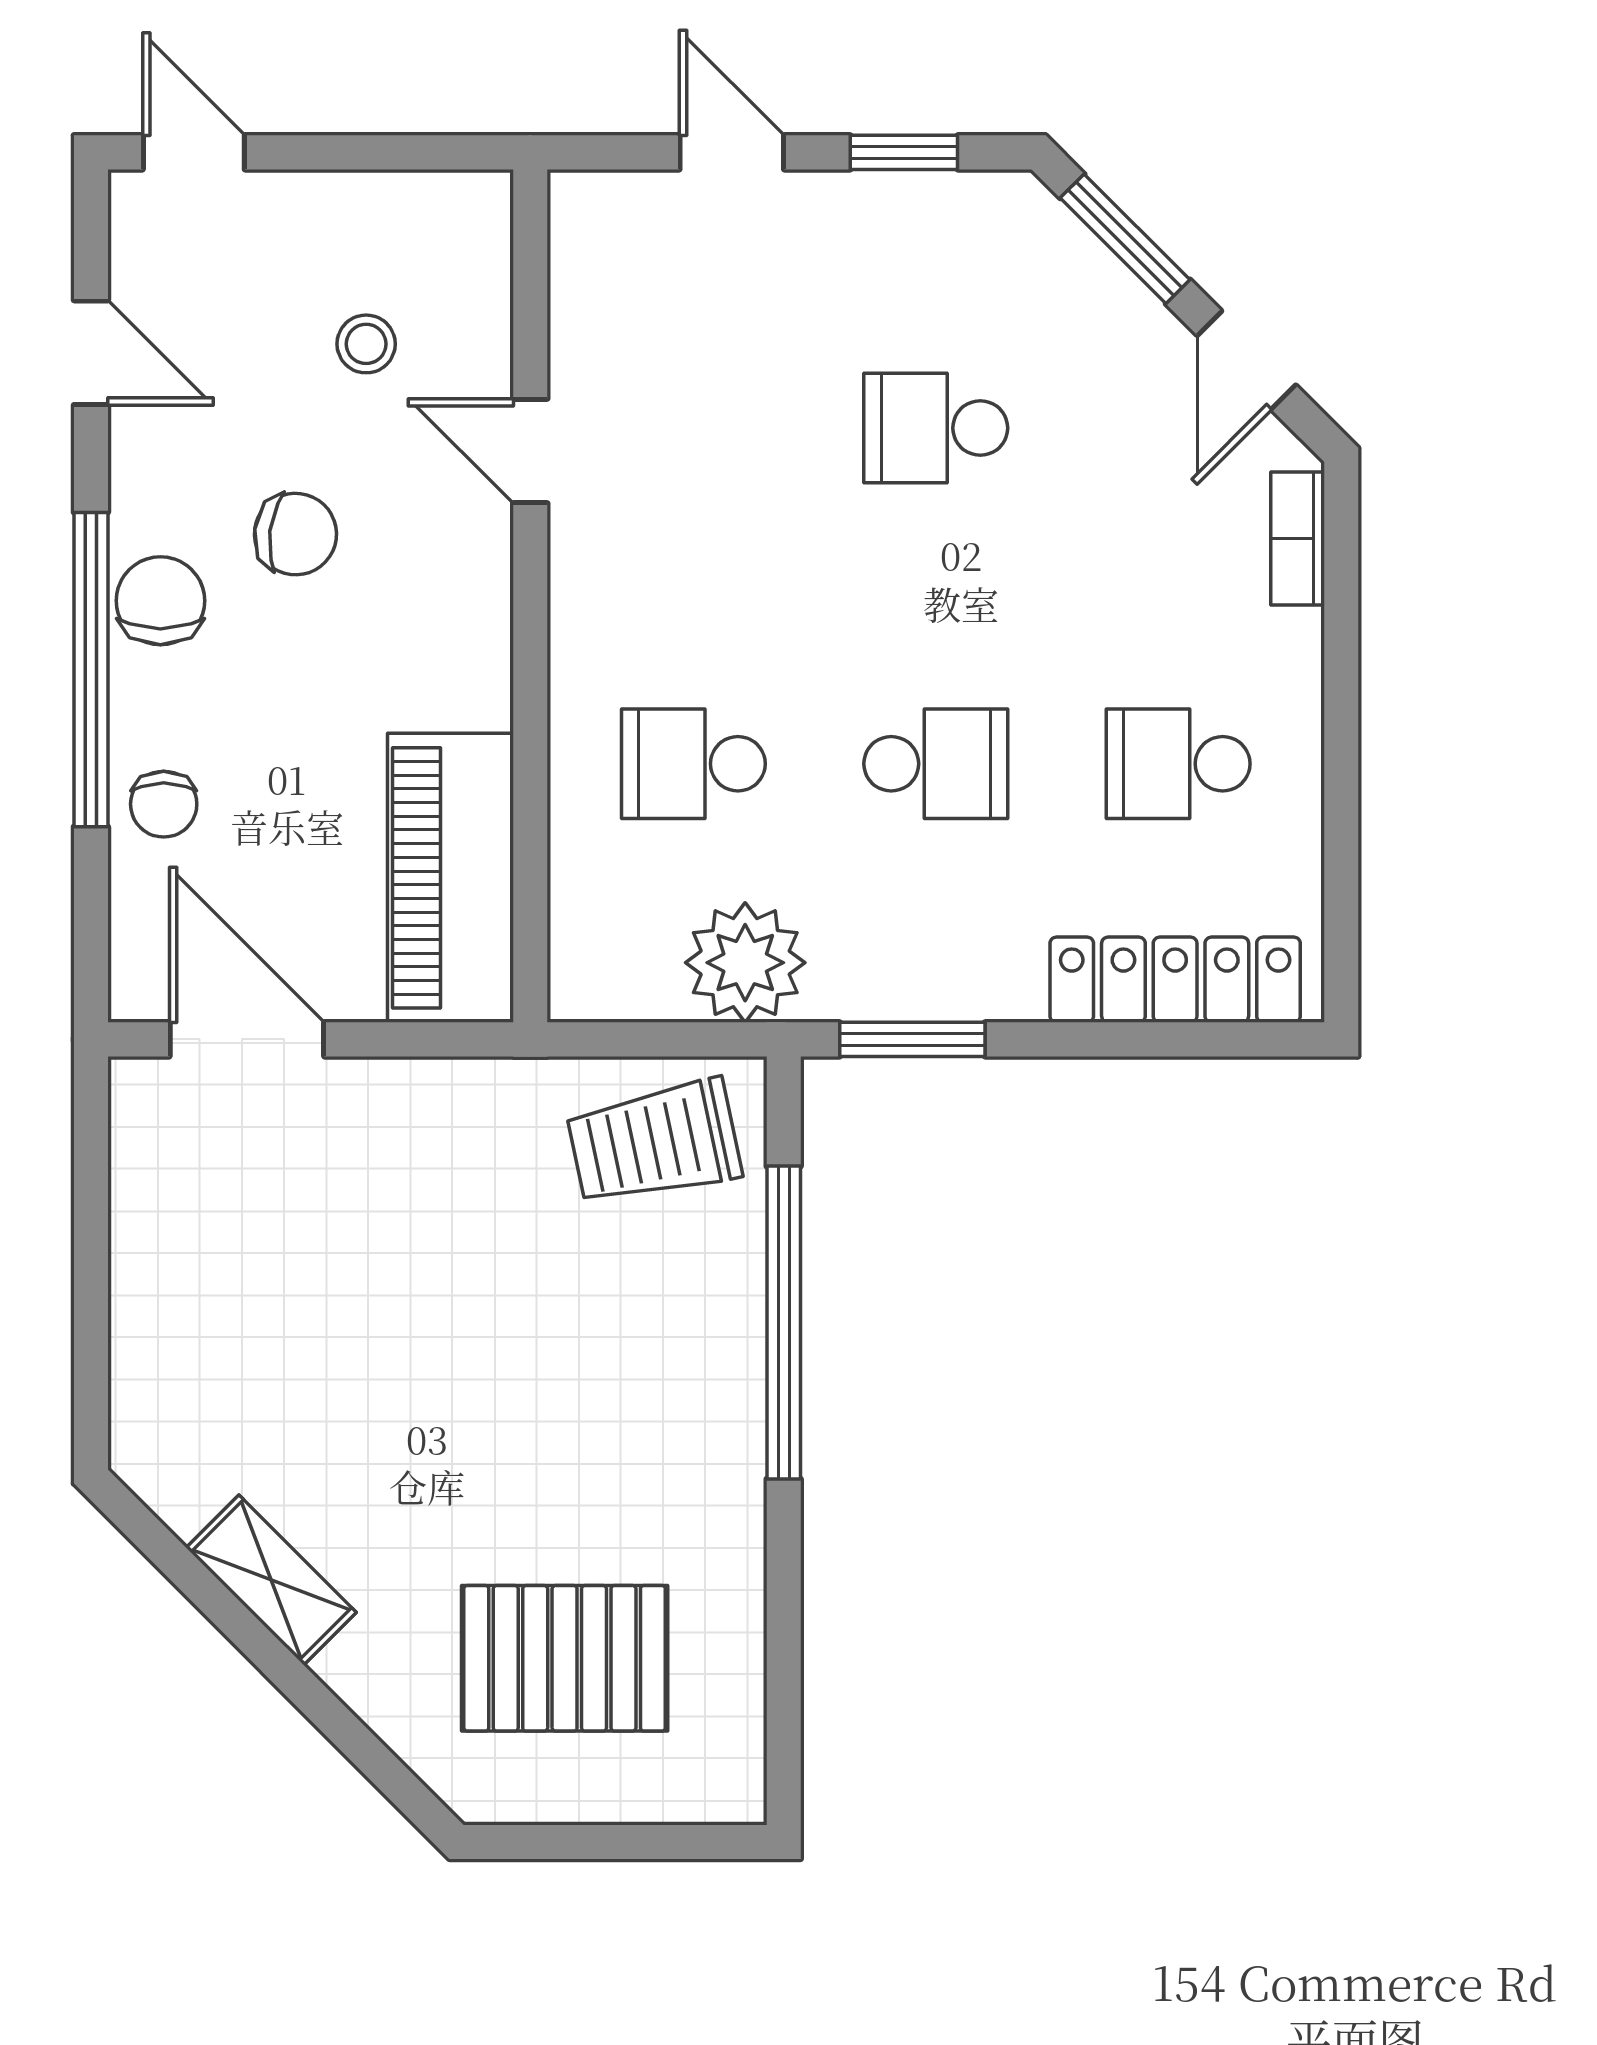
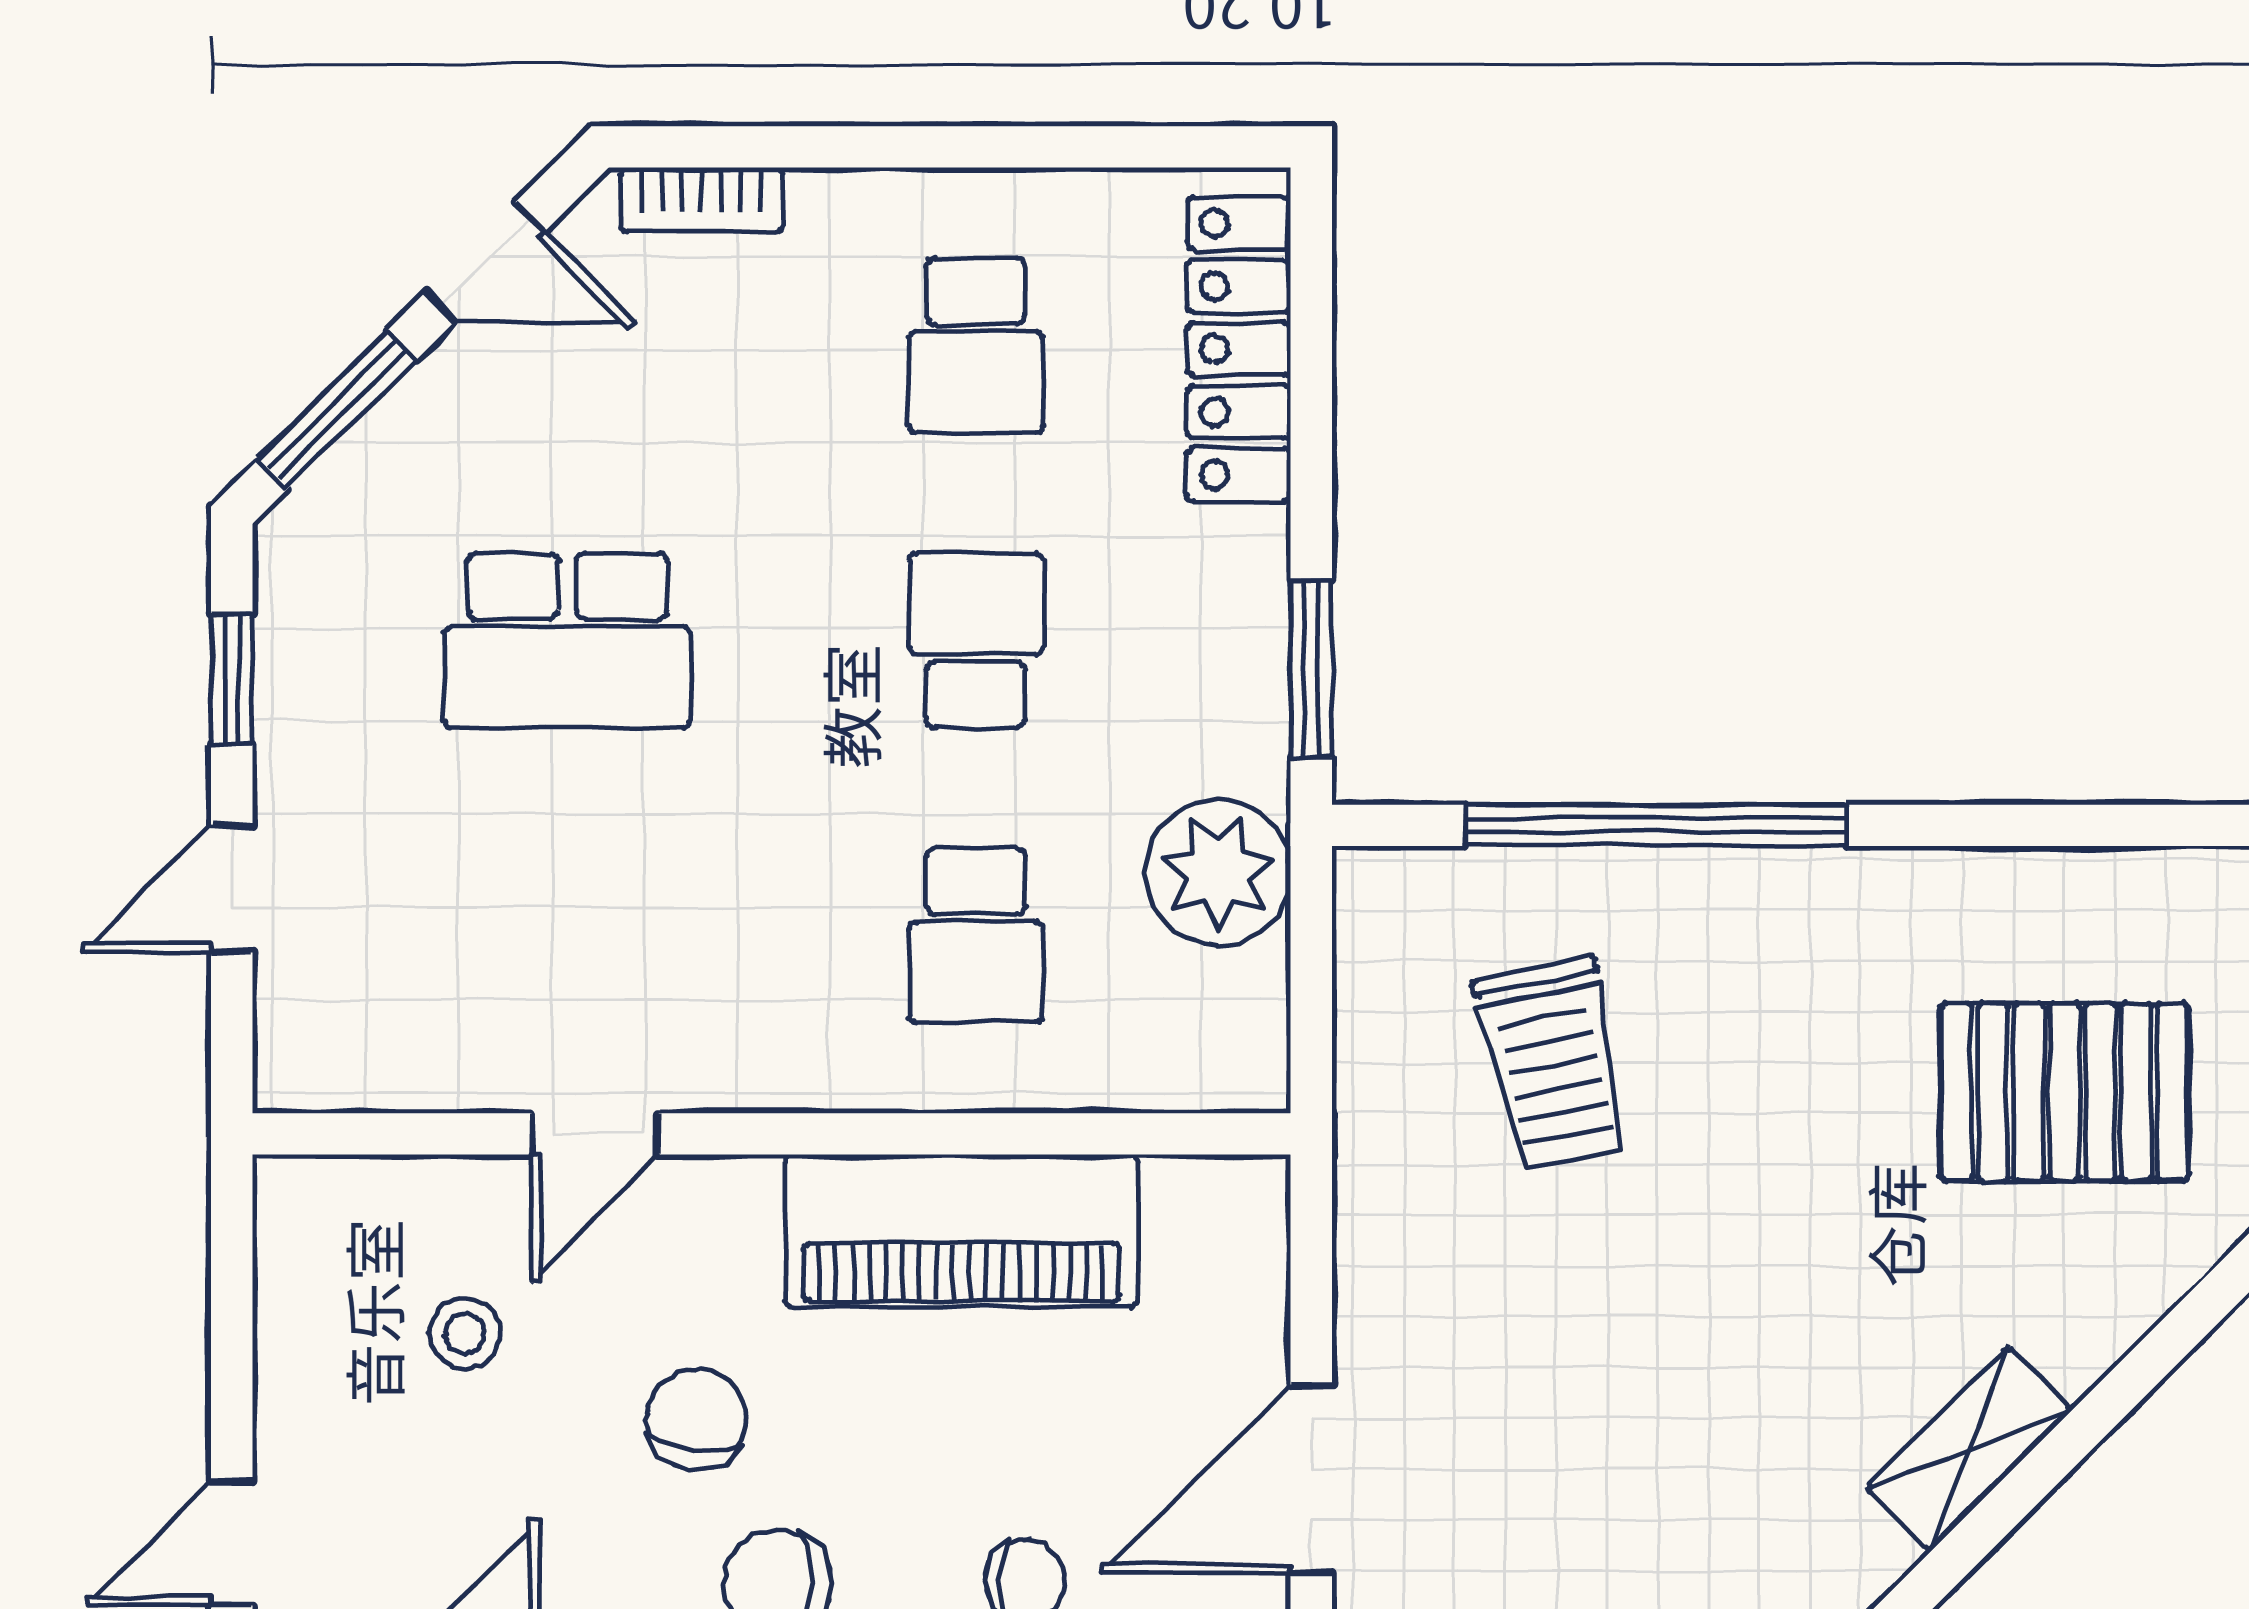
school desk: (936, 428) -> (567, 640), width x1.85
piano: (451, 878) -> (961, 1231), moved
trolley: (654, 1143) -> (1553, 1064), moved
pallet: (565, 1658) -> (2064, 1092), turned 90

